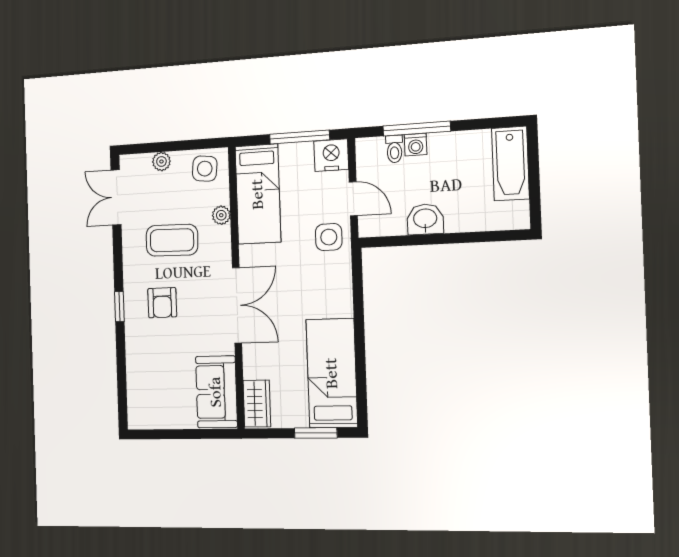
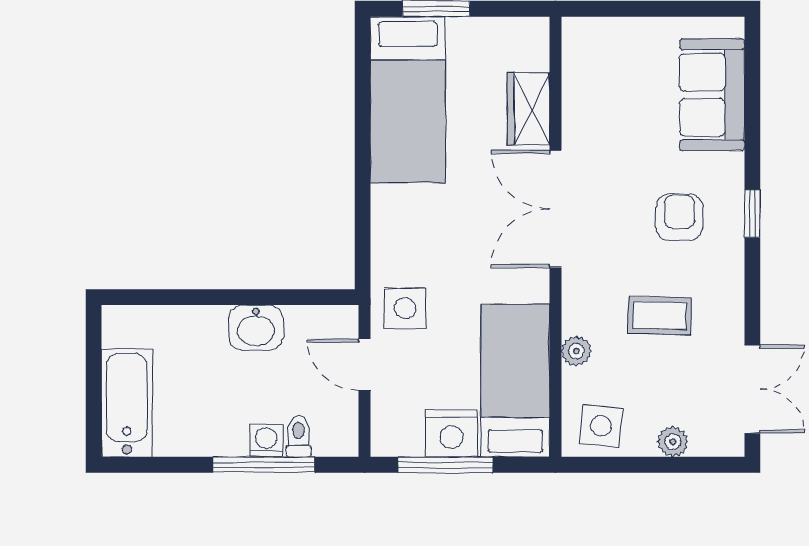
nightstand: (331, 155) -> (451, 433), moved
coffee table: (172, 240) -> (659, 316), width x0.73, depth x0.77
sofa: (216, 392) -> (712, 95), moved, turned 180
wardrobe: (257, 403) -> (529, 109), moved

